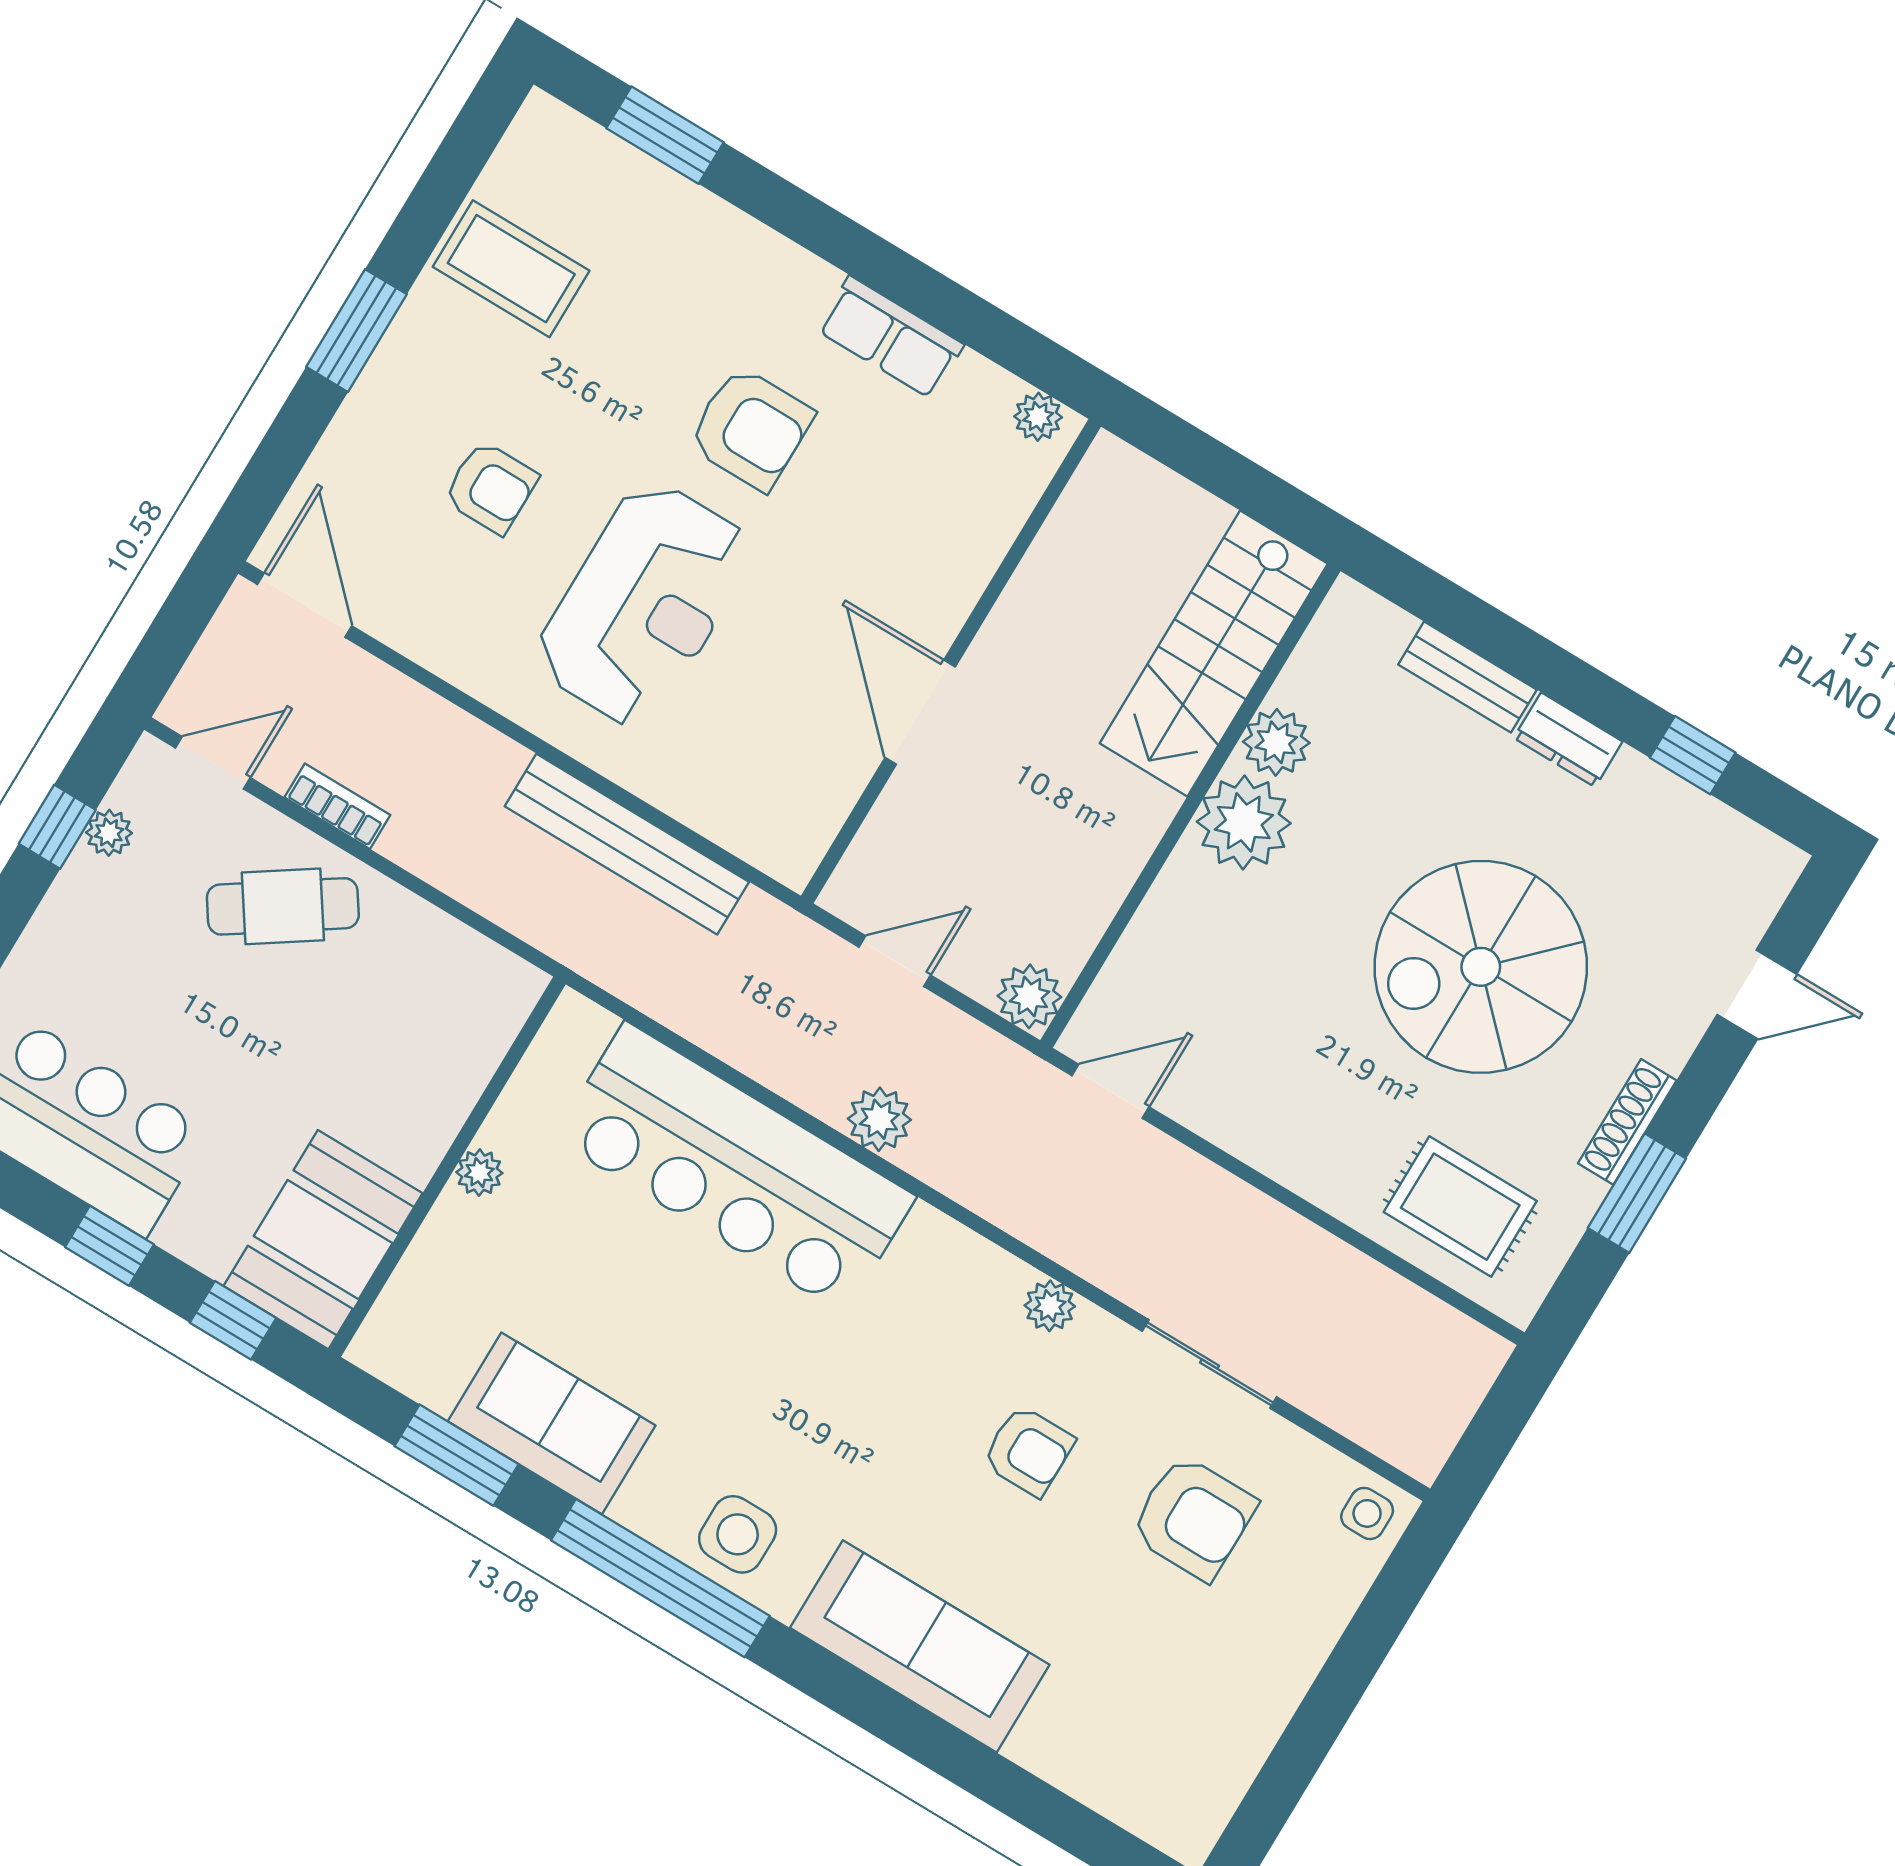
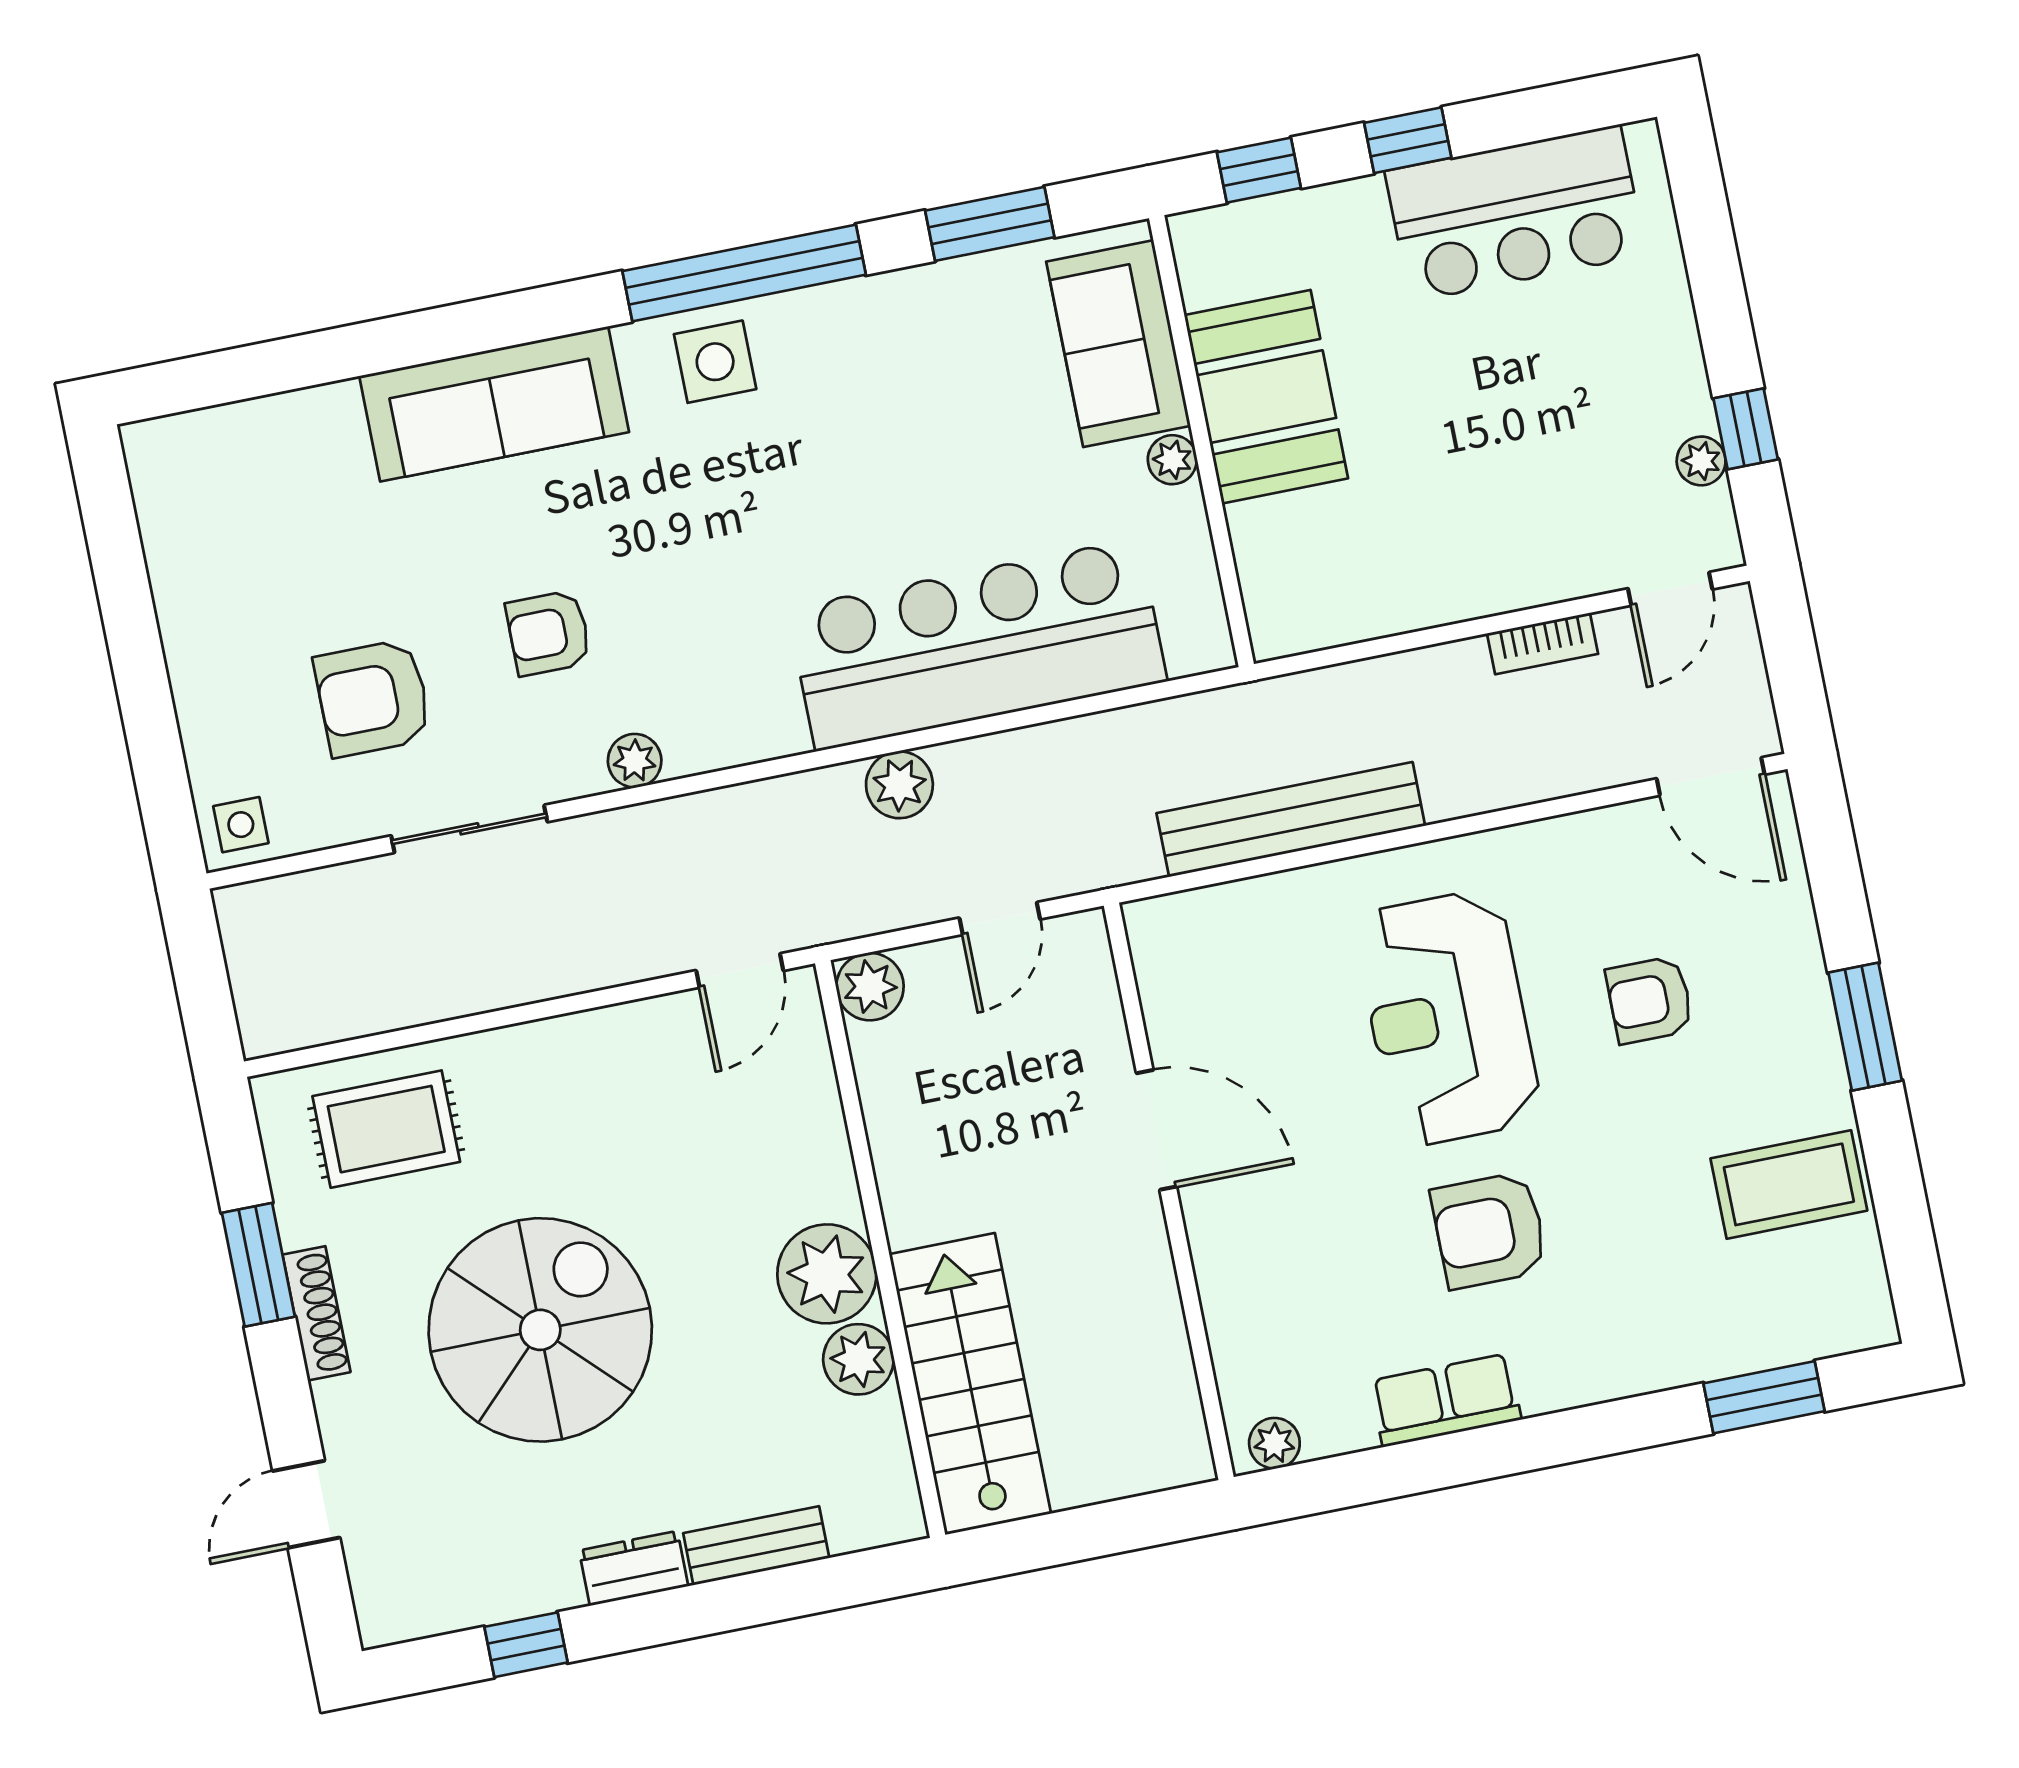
cafe table: (283, 906) -> (1514, 527), removed
booth: (323, 1240) -> (1266, 397), moved
sofa: (552, 1423) -> (1118, 344), moved, turned 90

